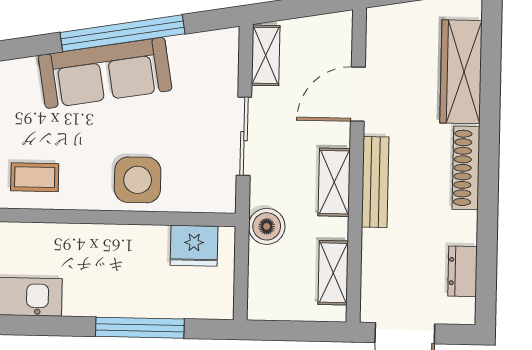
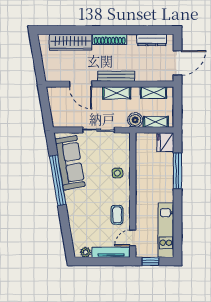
shelving: (266, 55) -> (156, 122), moved
sofa: (105, 73) -> (70, 163), moved
side table: (138, 180) -> (117, 173), width x0.54, depth x0.54
fridge: (194, 246) -> (165, 142), moved, turned 180
dresser: (463, 271) -> (152, 40), width x1.44

